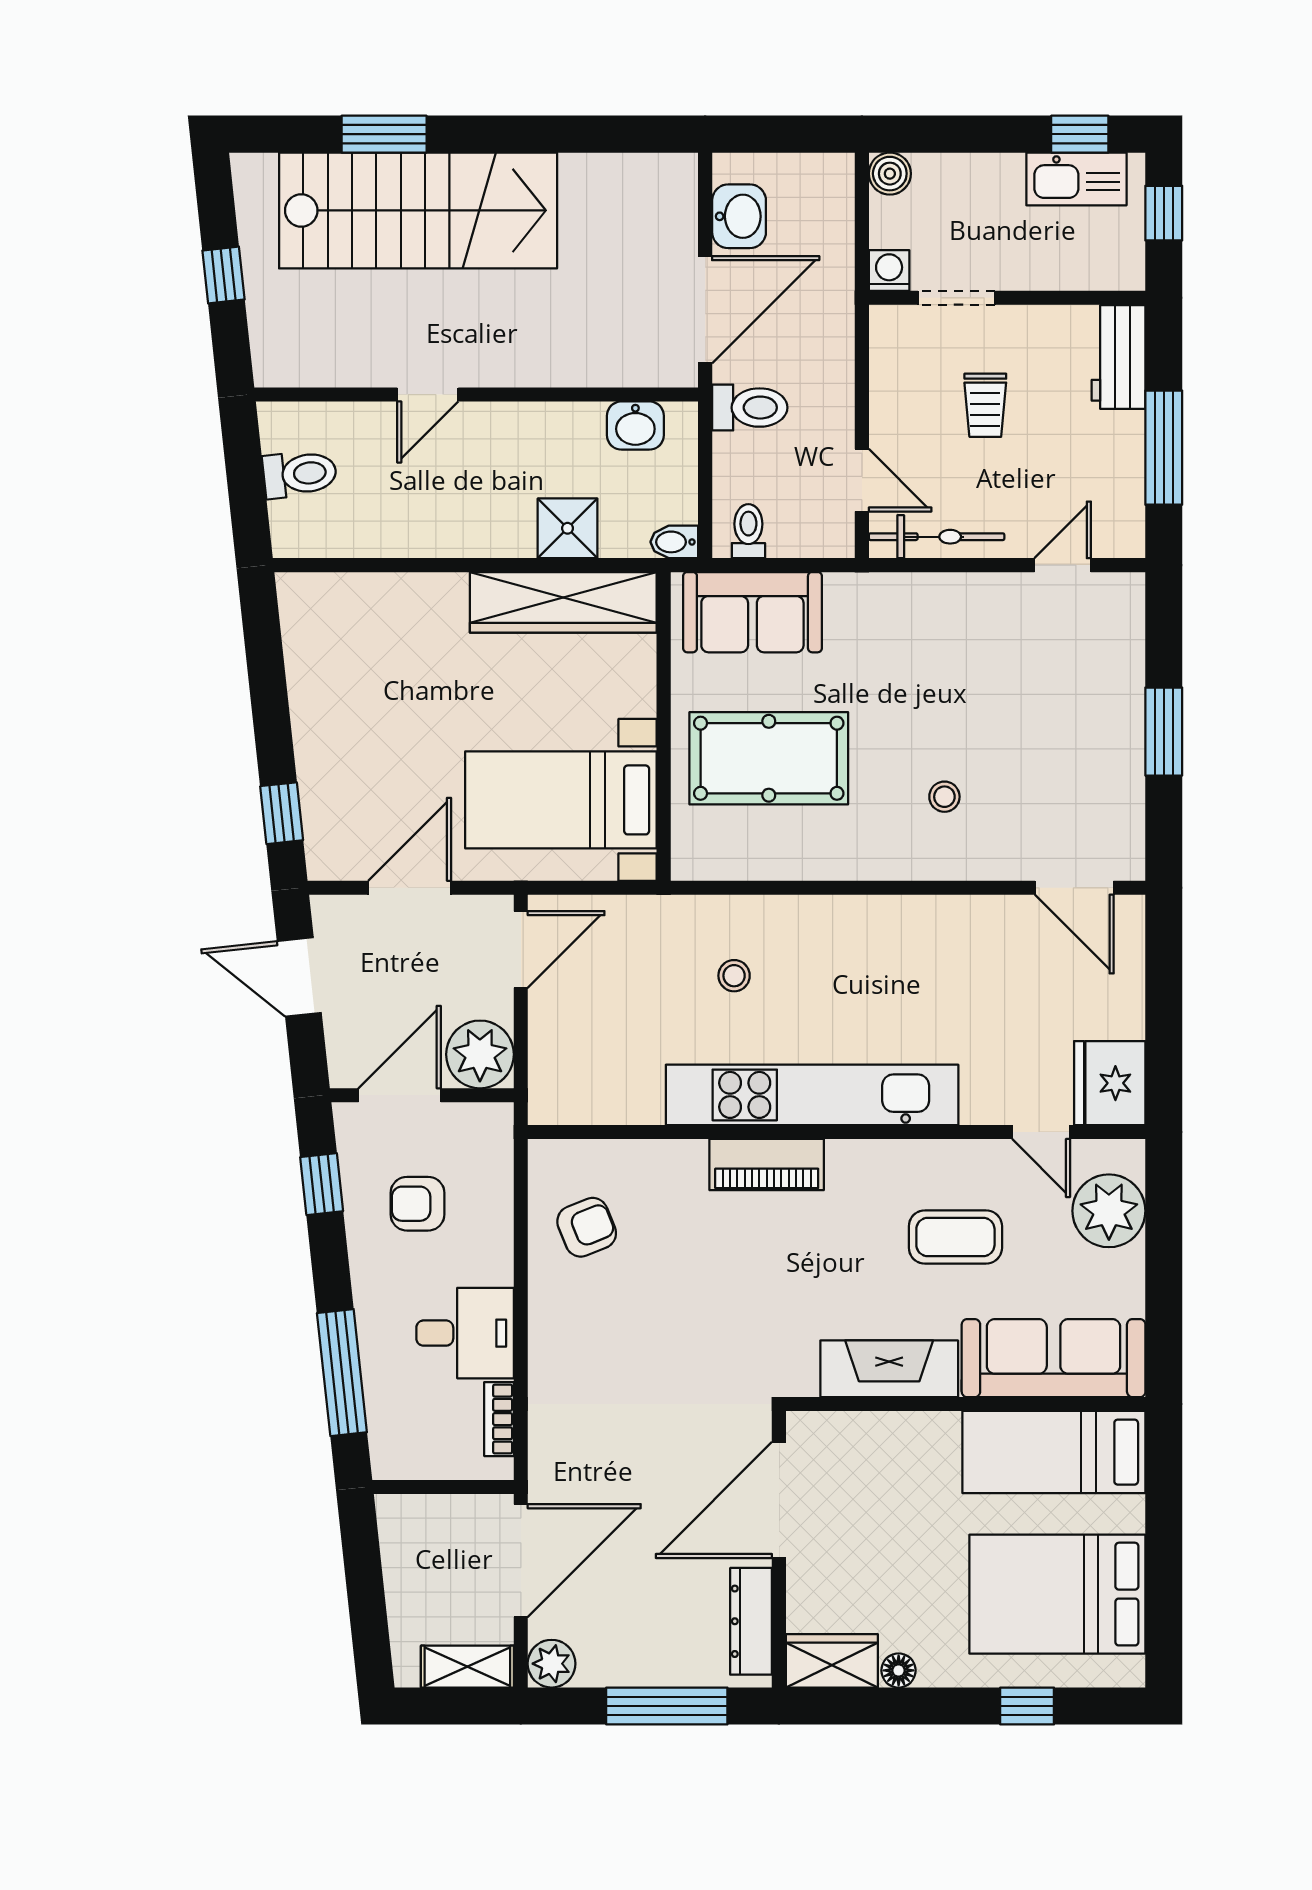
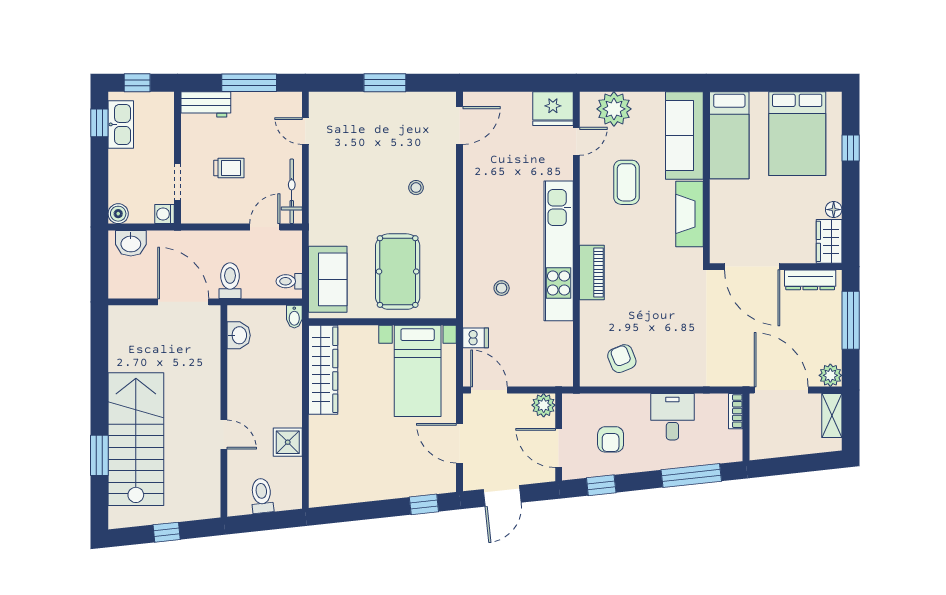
washbasin: (739, 216) -> (131, 243), moved, turned 180
shower: (568, 528) -> (288, 442), moved
dishwasher: (630, 921) -> (476, 338), added
plant: (480, 1054) -> (544, 405), width x0.73, depth x0.73
bookcase: (499, 1419) -> (736, 411), moved, turned 90

